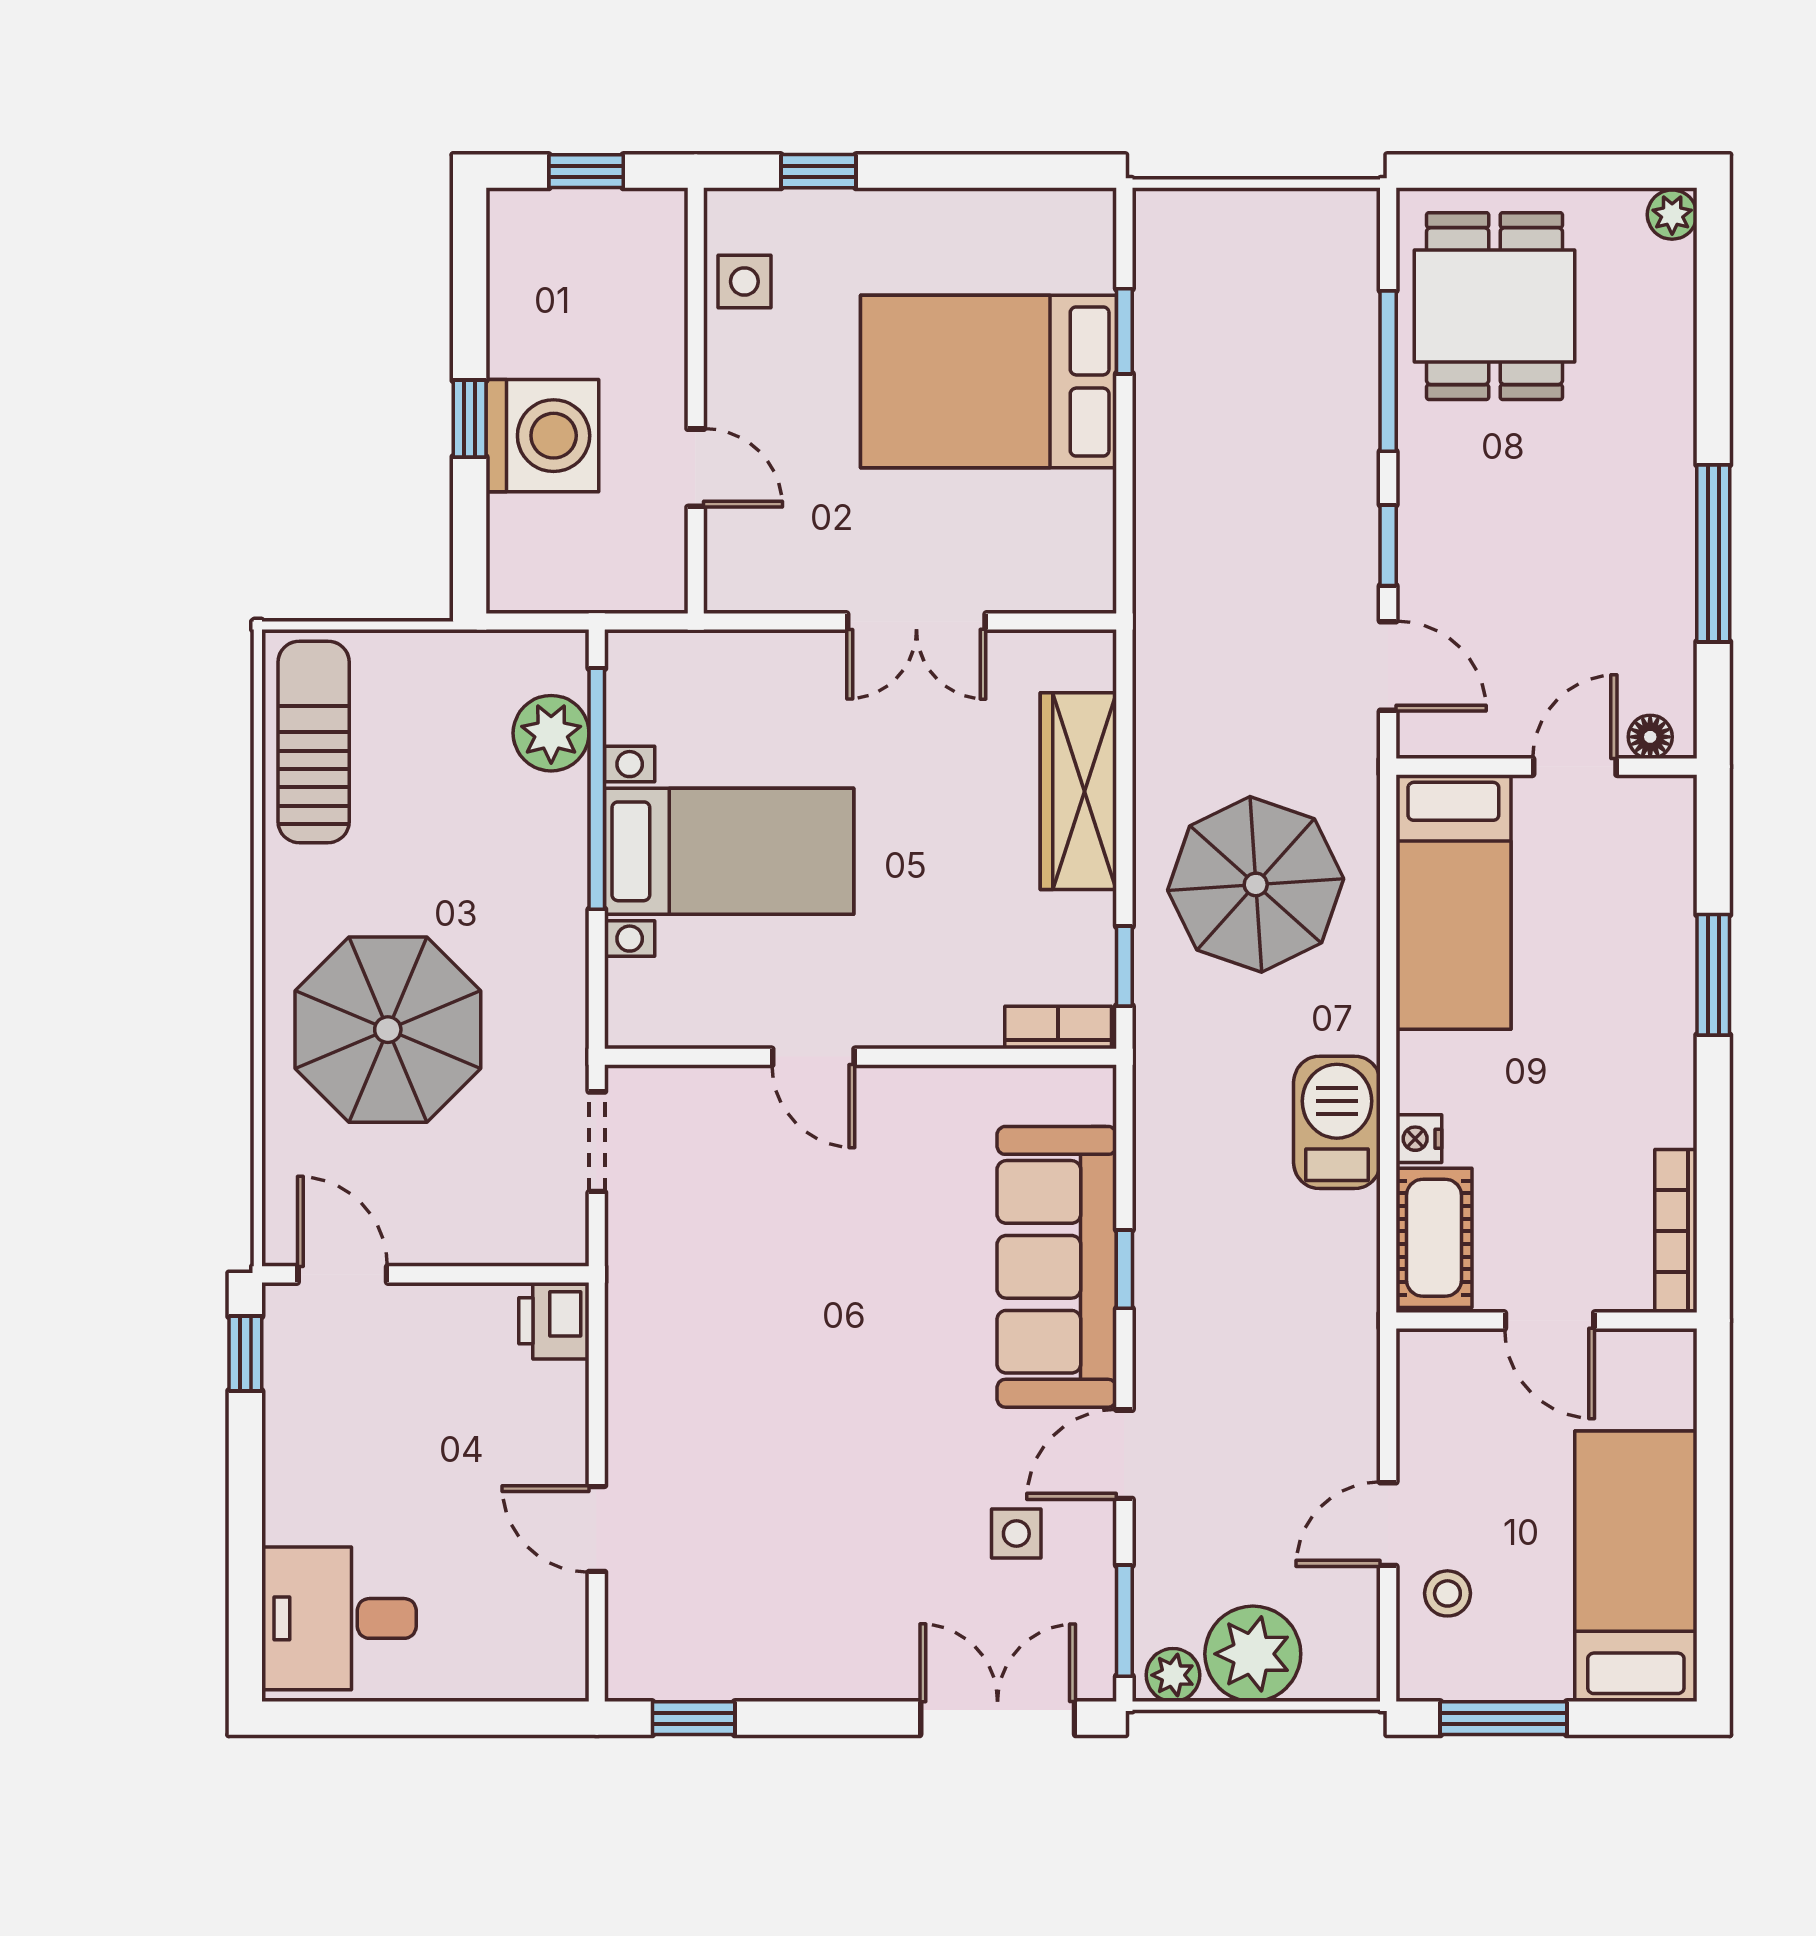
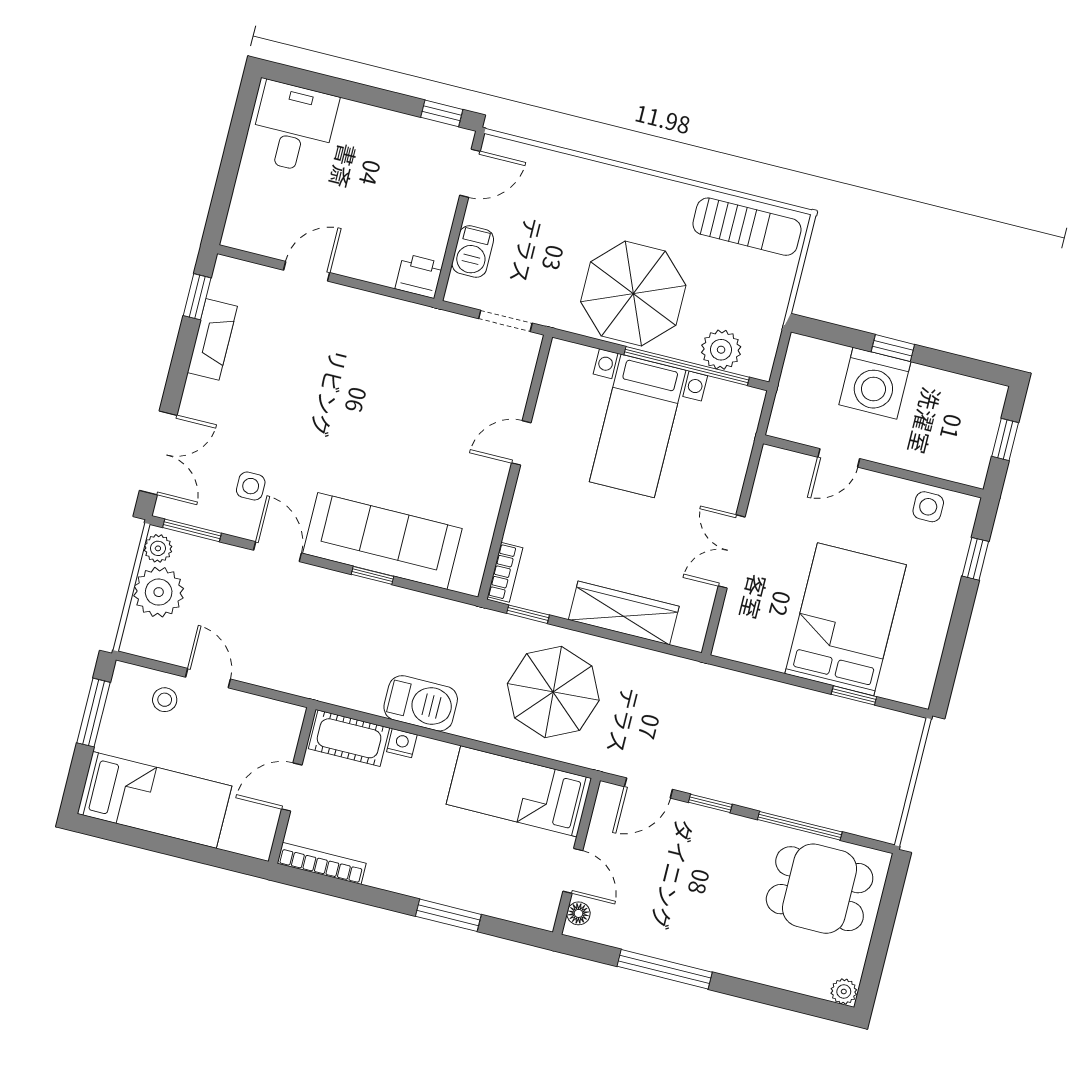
parasol: (388, 1030) -> (633, 293), moved
barbecue: (485, 1233) -> (473, 252), added
fireplace: (765, 1671) -> (212, 339), added

